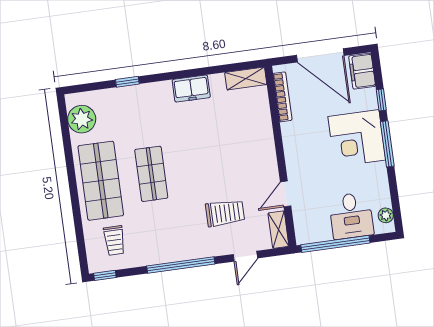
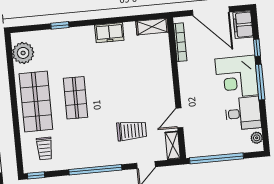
desk: (351, 216) -> (243, 113), moved, turned -90

